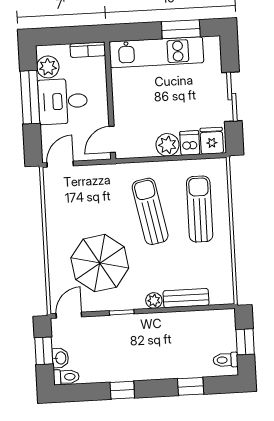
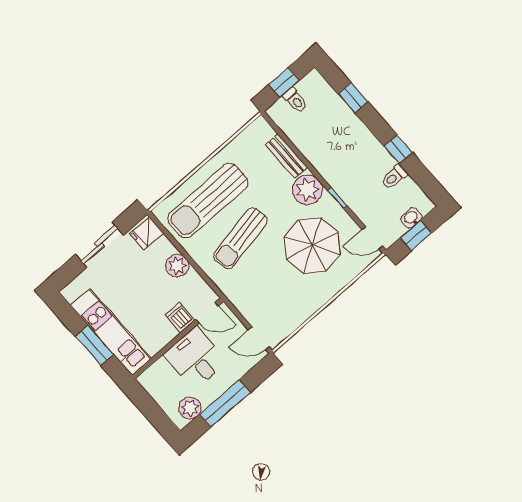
window: (181, 29) -> (94, 345), moved
bookcase: (88, 50) -> (152, 387), removed
desk: (63, 101) -> (195, 358), moved, turned 180
dishwasher: (190, 143) -> (180, 317), moved, turned 90
sun lounger: (200, 209) -> (208, 201), width x1.36, depth x1.34
plant: (154, 300) -> (307, 190), width x1.88, depth x1.88
toilet: (226, 360) -> (295, 100), moved
toilet: (66, 377) -> (394, 177), moved, turned -90

